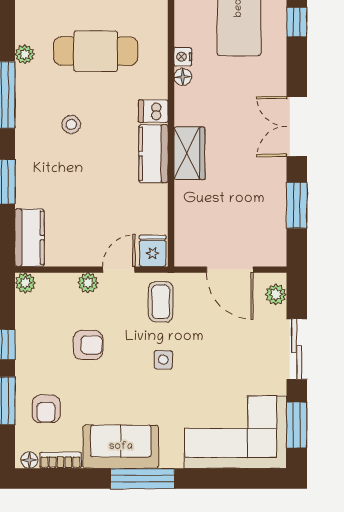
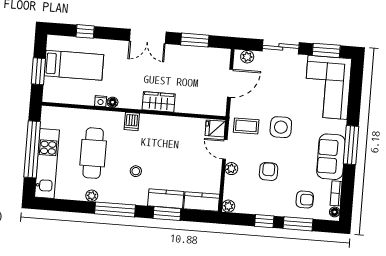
kitchen counter: (153, 154) -> (166, 199), moved, turned 180
side table: (163, 360) -> (281, 127), width x1.87, depth x1.87

